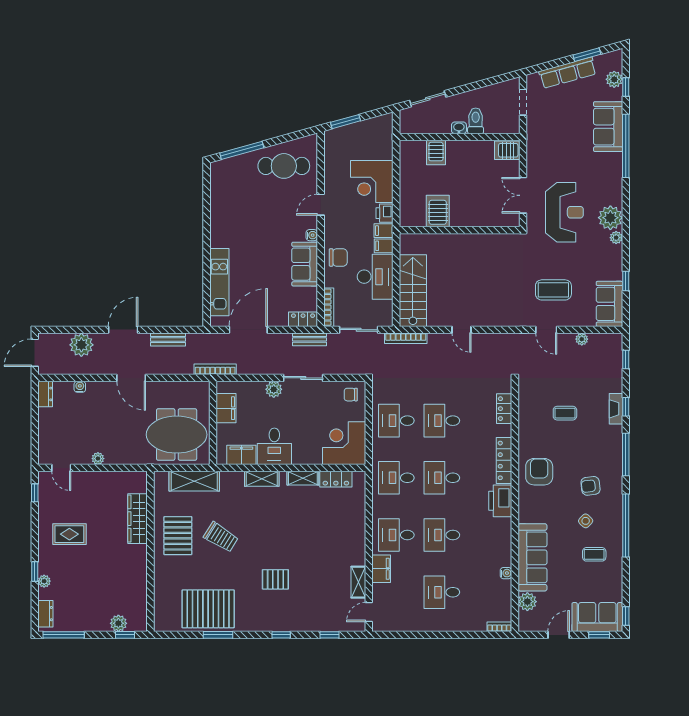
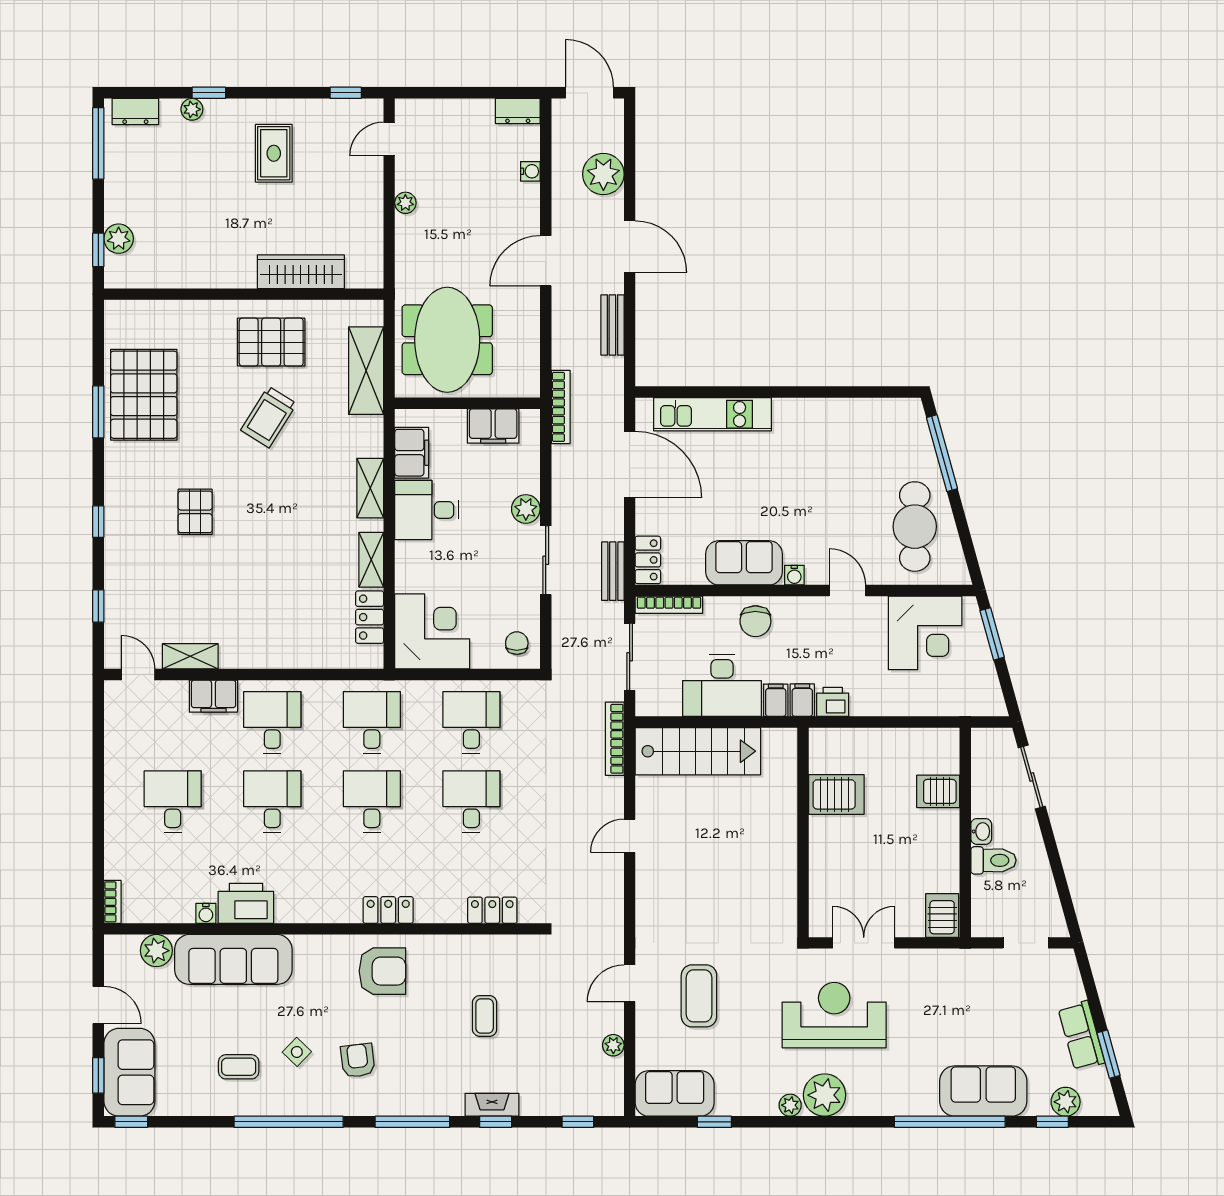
row of seats: (568, 73) -> (1081, 1036), width x0.68
corner desk: (372, 181) -> (925, 633), moved, turned 180
reception desk: (564, 212) -> (834, 1015), turned 180
locker: (504, 460) -> (388, 910), width x0.66
printer: (500, 501) -> (246, 903), moved
coffee table: (594, 554) -> (239, 1067), turned 90

